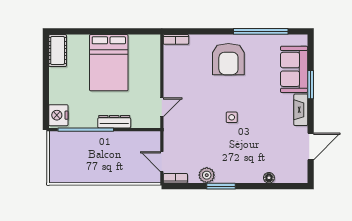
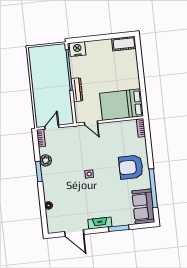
bed: (109, 63) -> (122, 105), moved
sofa: (294, 69) -> (143, 206), moved, turned -90

